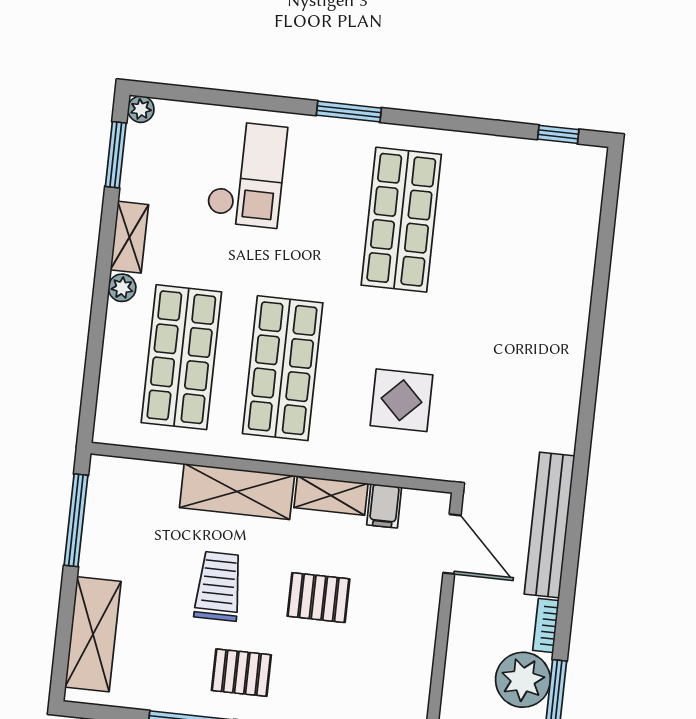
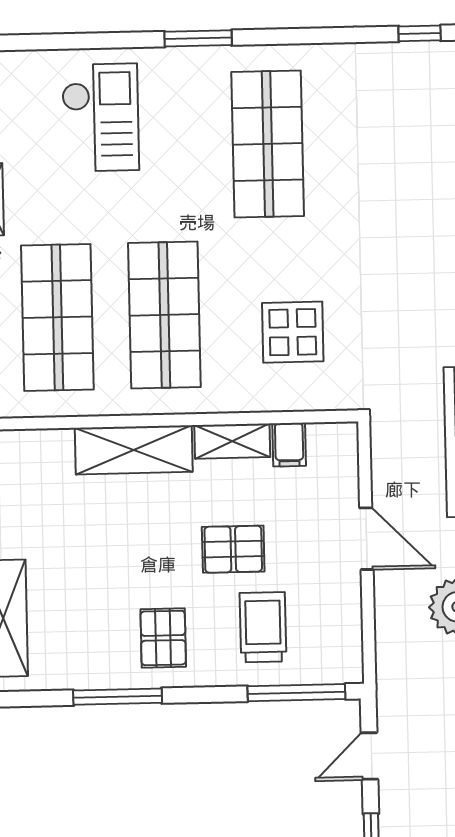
door: (452, 544) -> (366, 539), moved
trolley: (218, 586) -> (263, 627), moved
pallet: (241, 673) -> (163, 638), turned 90

